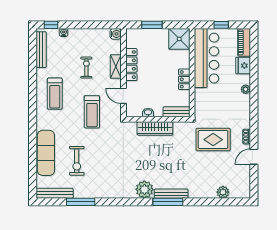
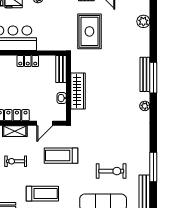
treadmill: (92, 112) -> (61, 156), turned 180
plant: (144, 189) -> (145, 106), width x0.53, depth x0.53

